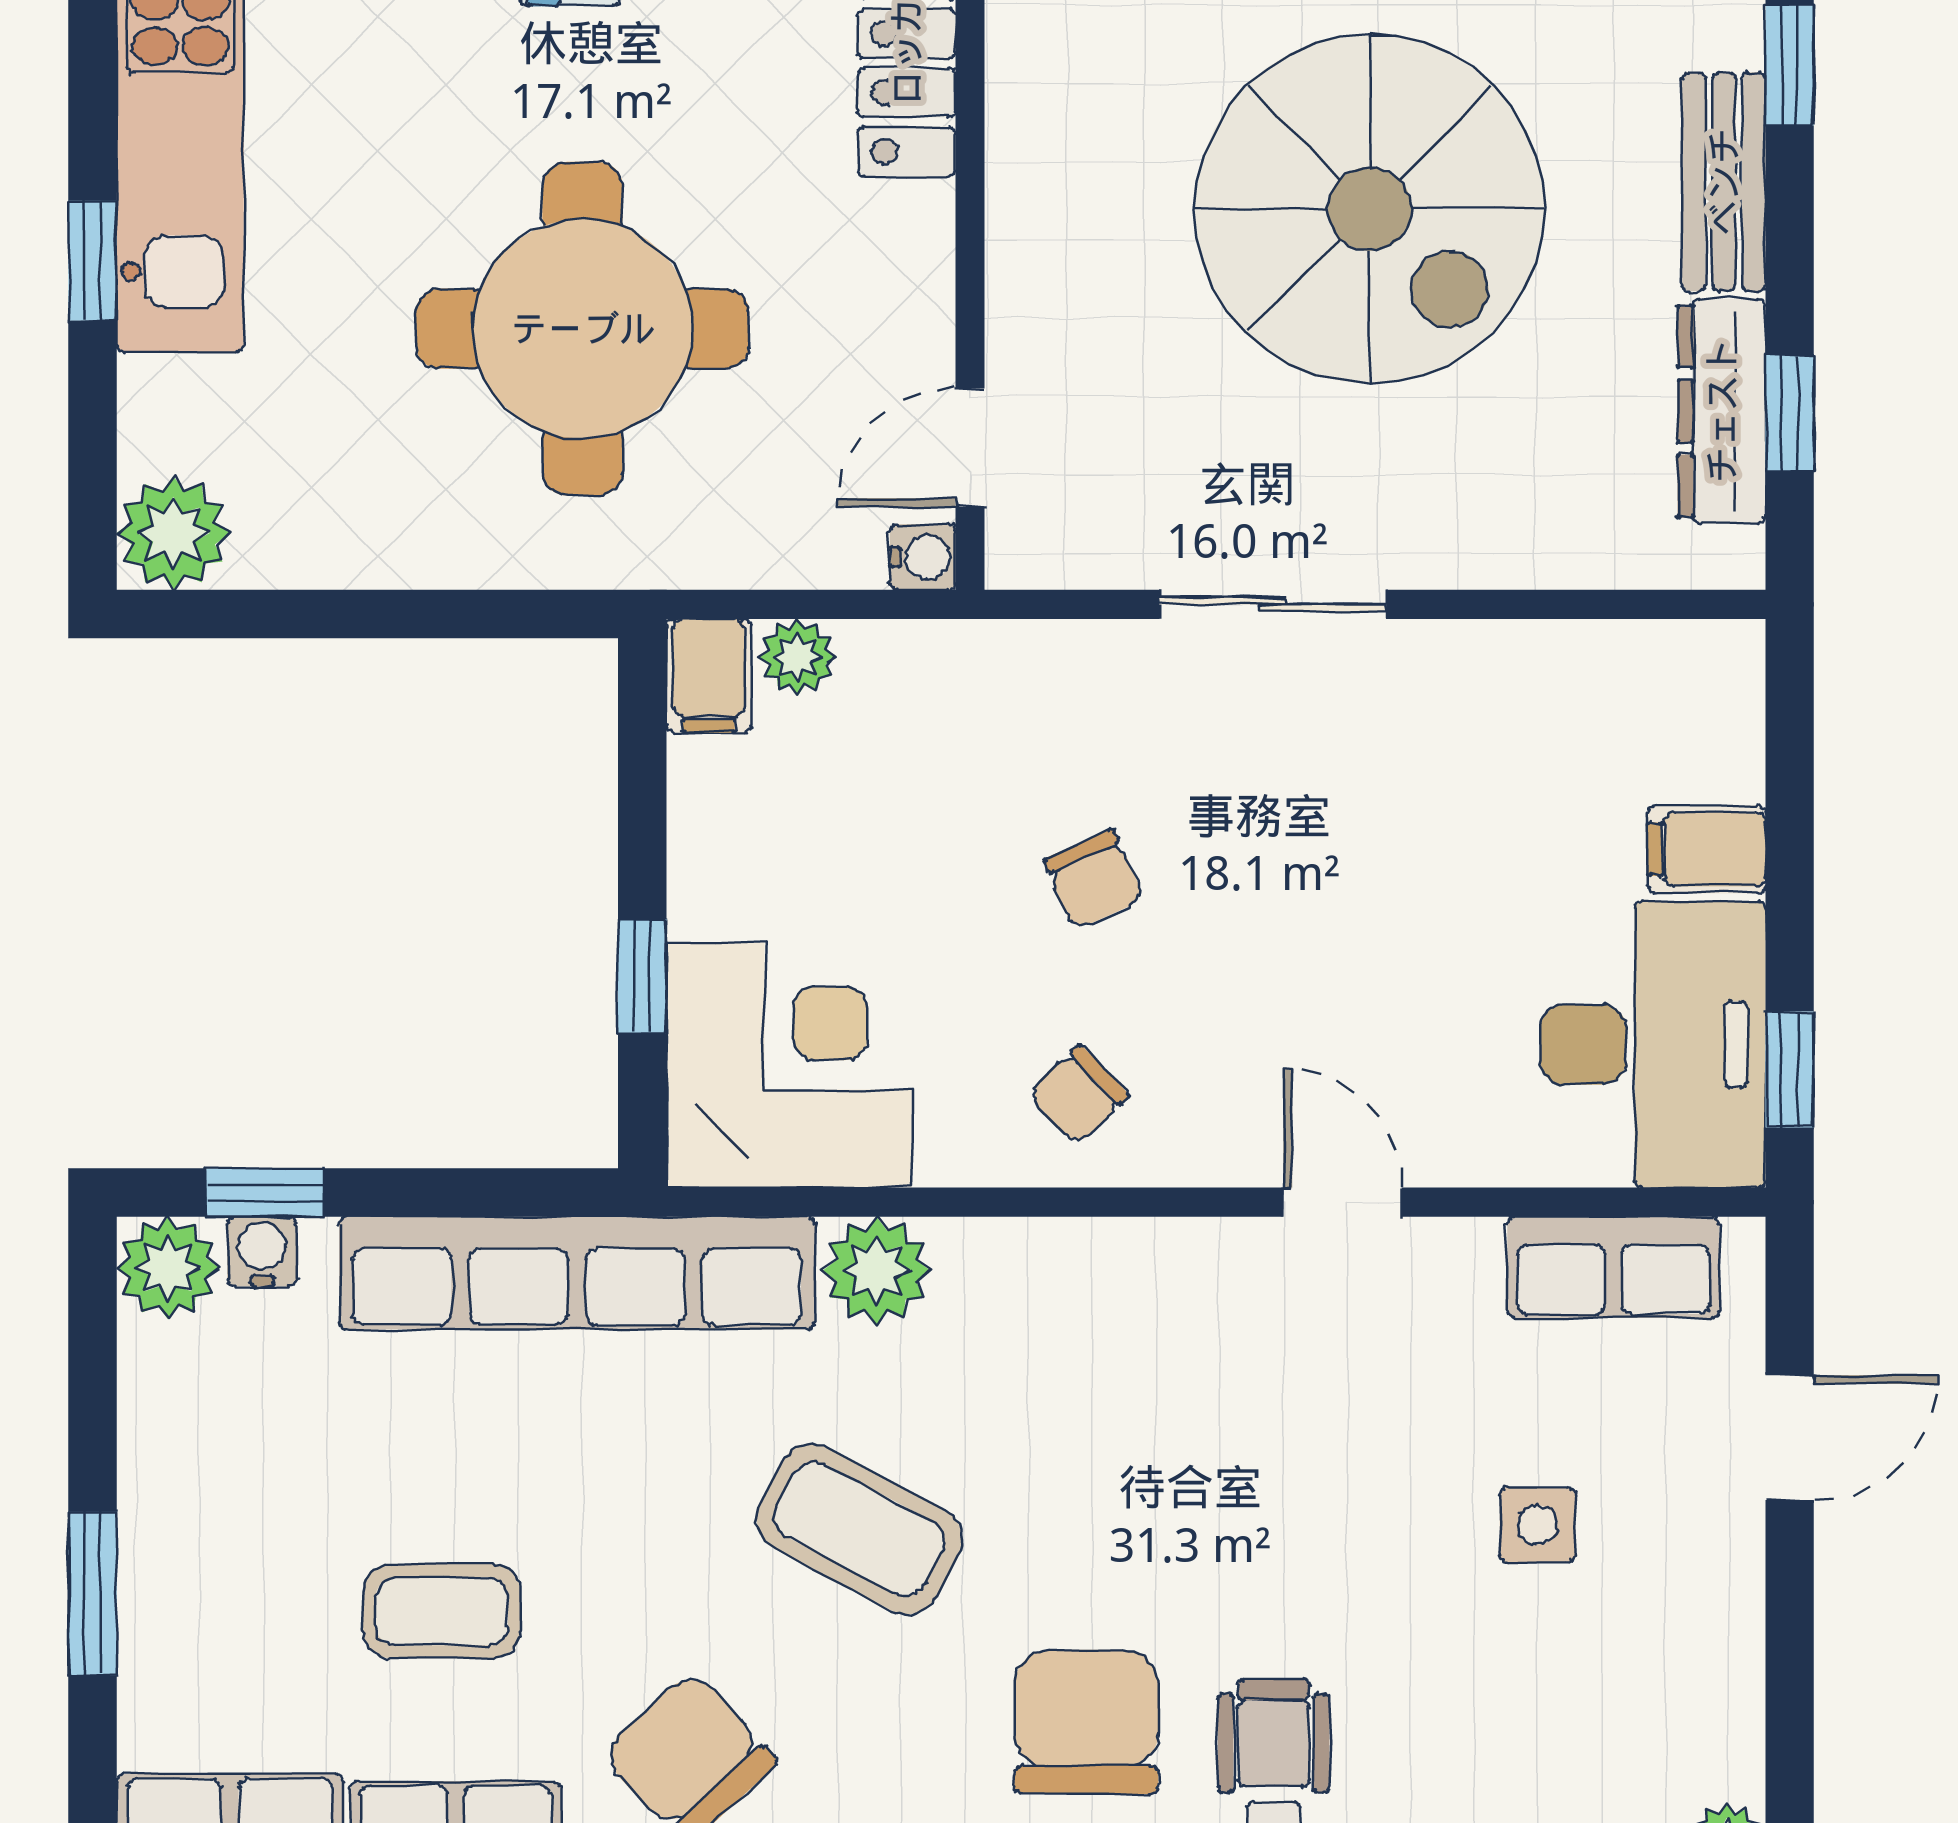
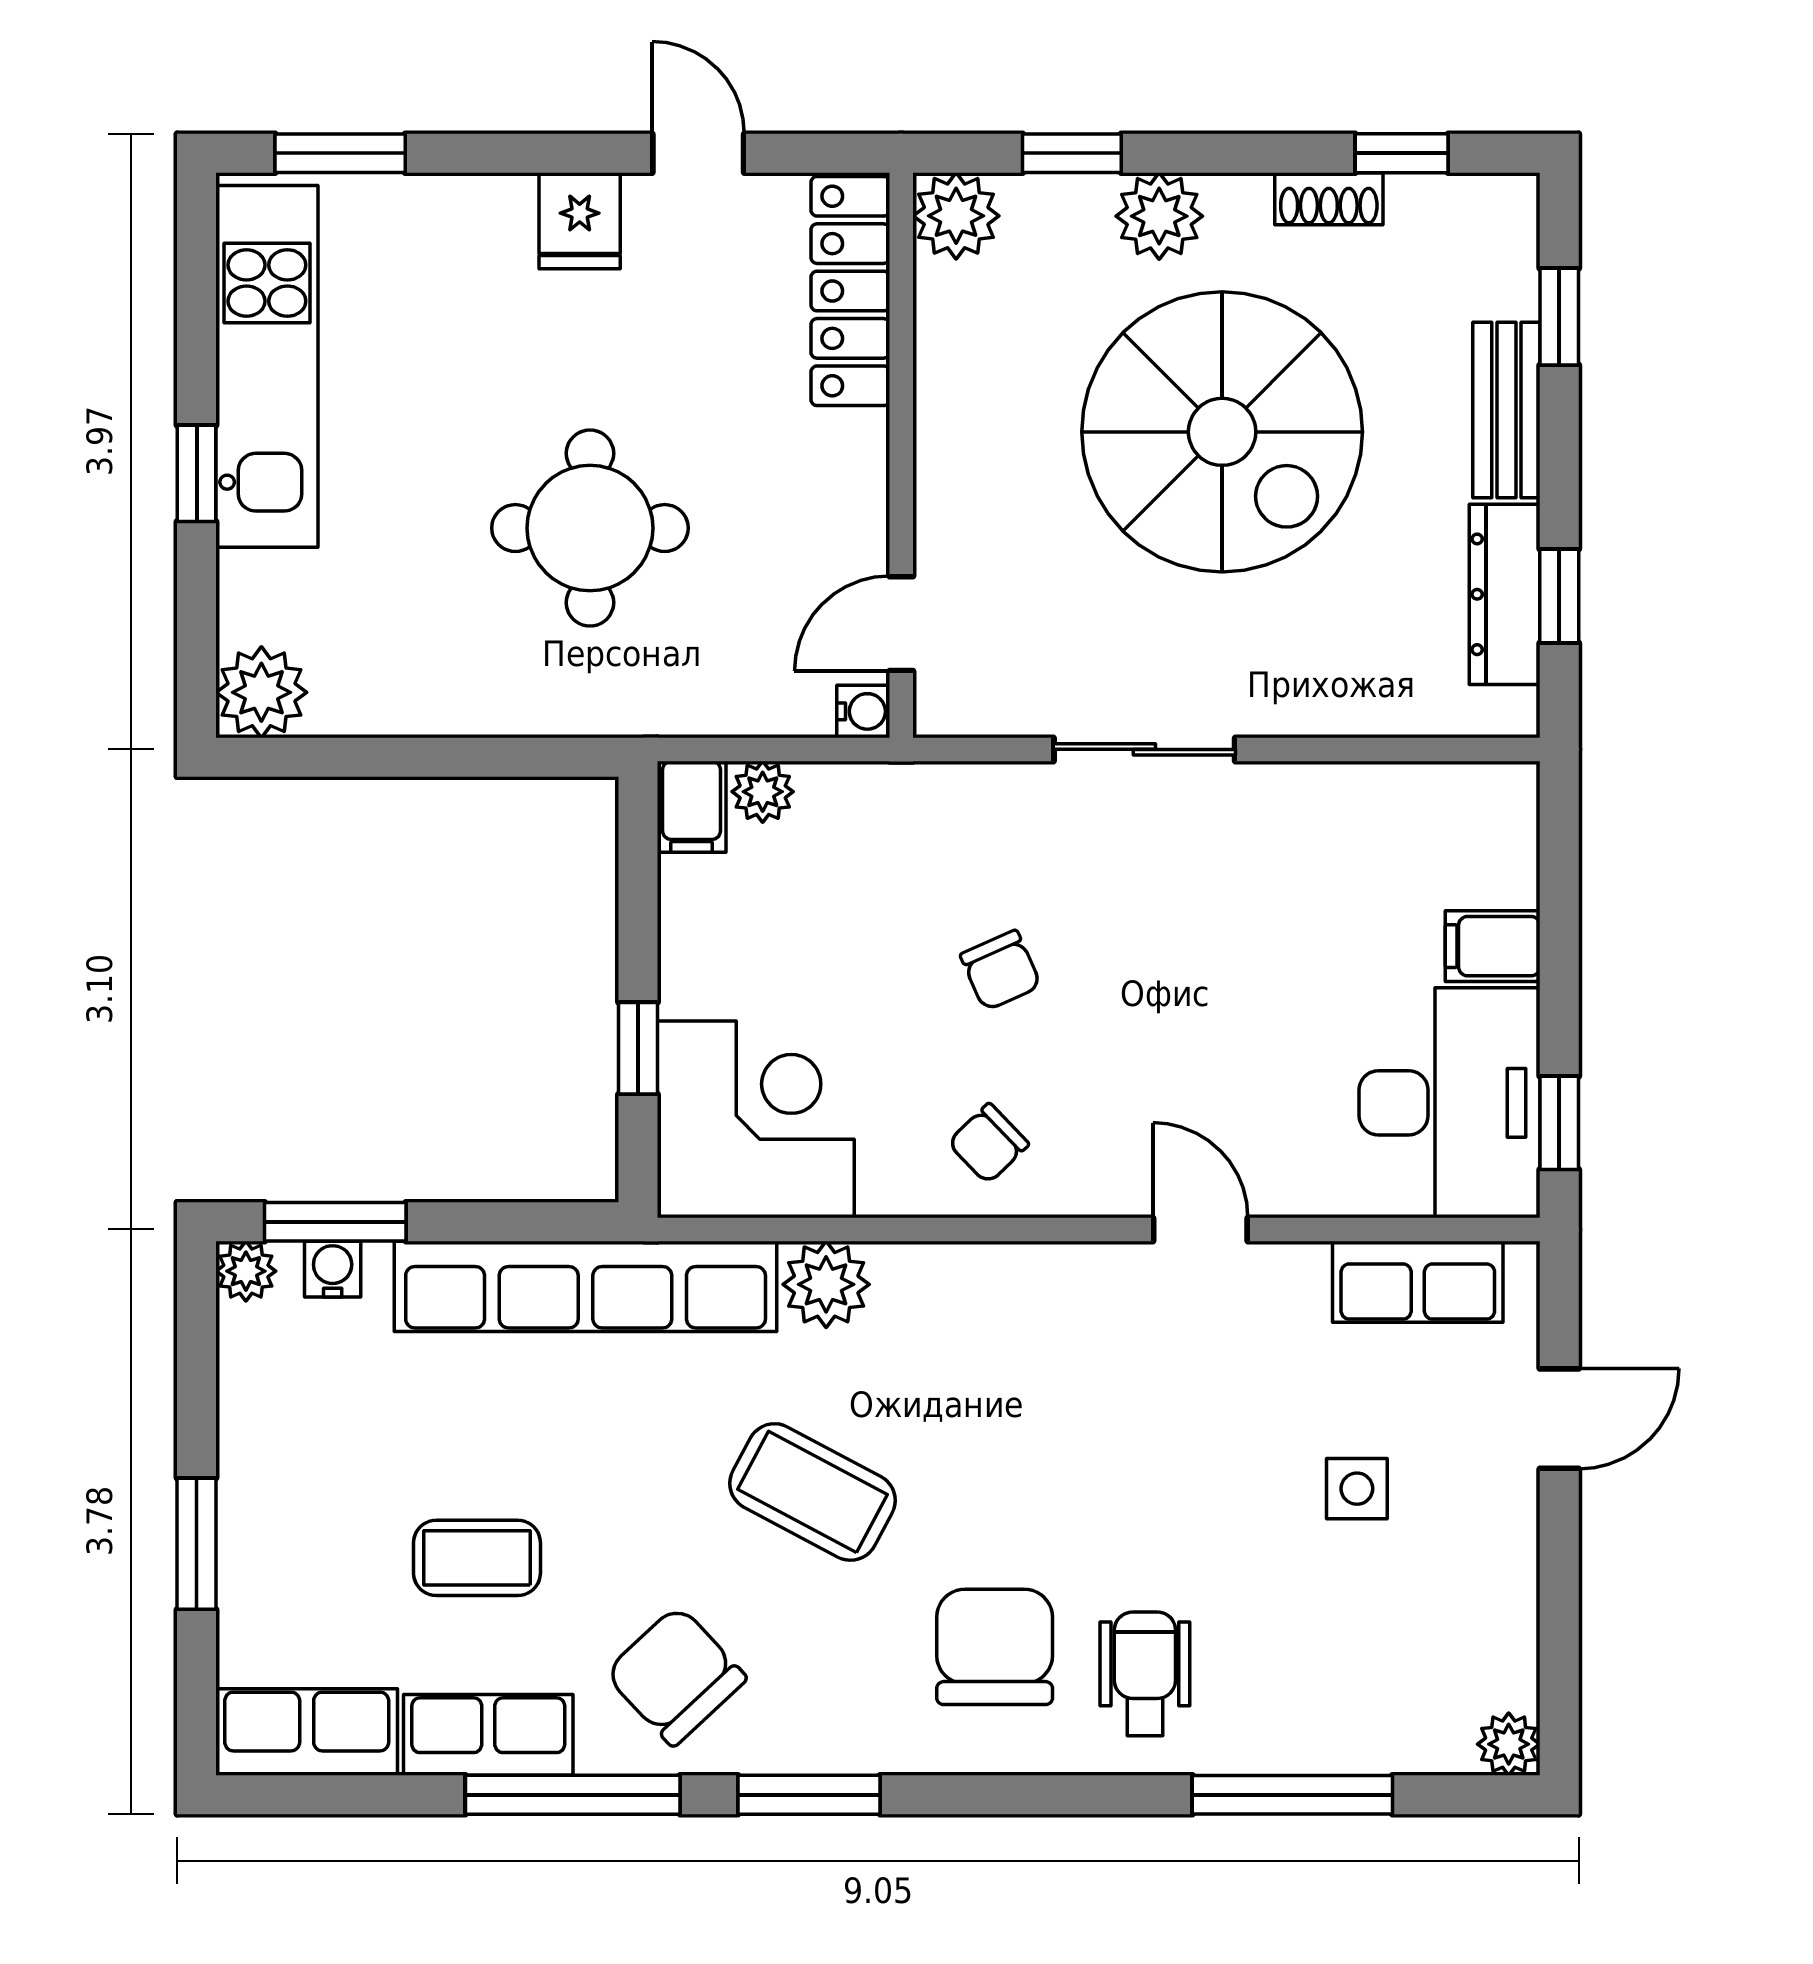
round table: (583, 329) -> (590, 528), width x0.73, depth x0.73
window: (265, 1193) -> (335, 1222), width x1.50
plant: (168, 1268) -> (246, 1271), width x0.73, depth x0.73

